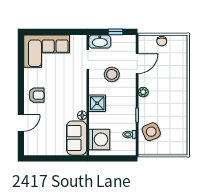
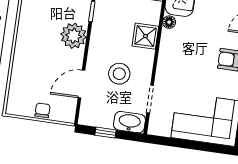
plant: (143, 92) -> (74, 36), width x1.88, depth x1.88

